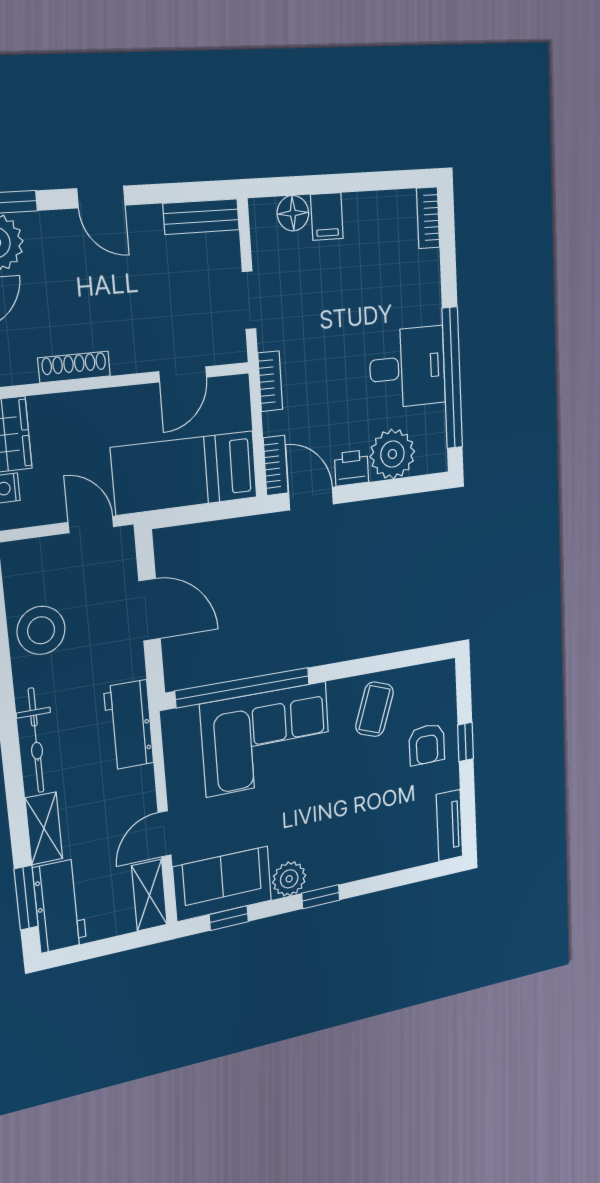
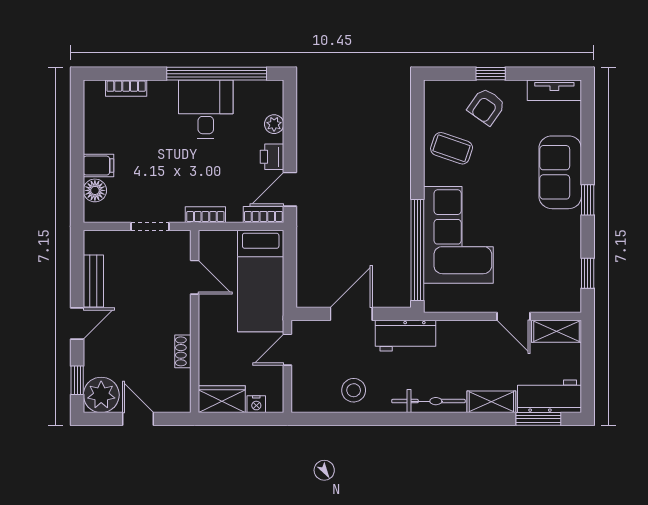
bench: (201, 217) -> (93, 281), moved
bookcase: (428, 218) -> (126, 88), moved
shoe rack: (74, 367) -> (183, 351), width x0.70
plant: (392, 454) -> (274, 124), width x0.53, depth x0.53
stool: (41, 630) -> (354, 390), width x0.73, depth x0.73
workbench: (129, 725) -> (405, 336), moved
armchair: (427, 744) -> (486, 107), turned 125
plant: (289, 879) -> (568, 224), removed
sofa: (223, 884) -> (560, 172), moved

